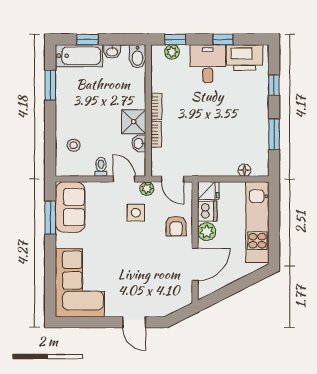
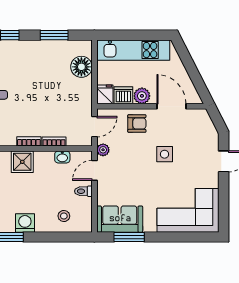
washing machine: (66, 102) -> (25, 223), added
shower: (134, 122) -> (22, 162), moved
floor lamp: (244, 170) -> (81, 67), width x1.89, depth x1.89
side table: (136, 213) -> (165, 154), moved

